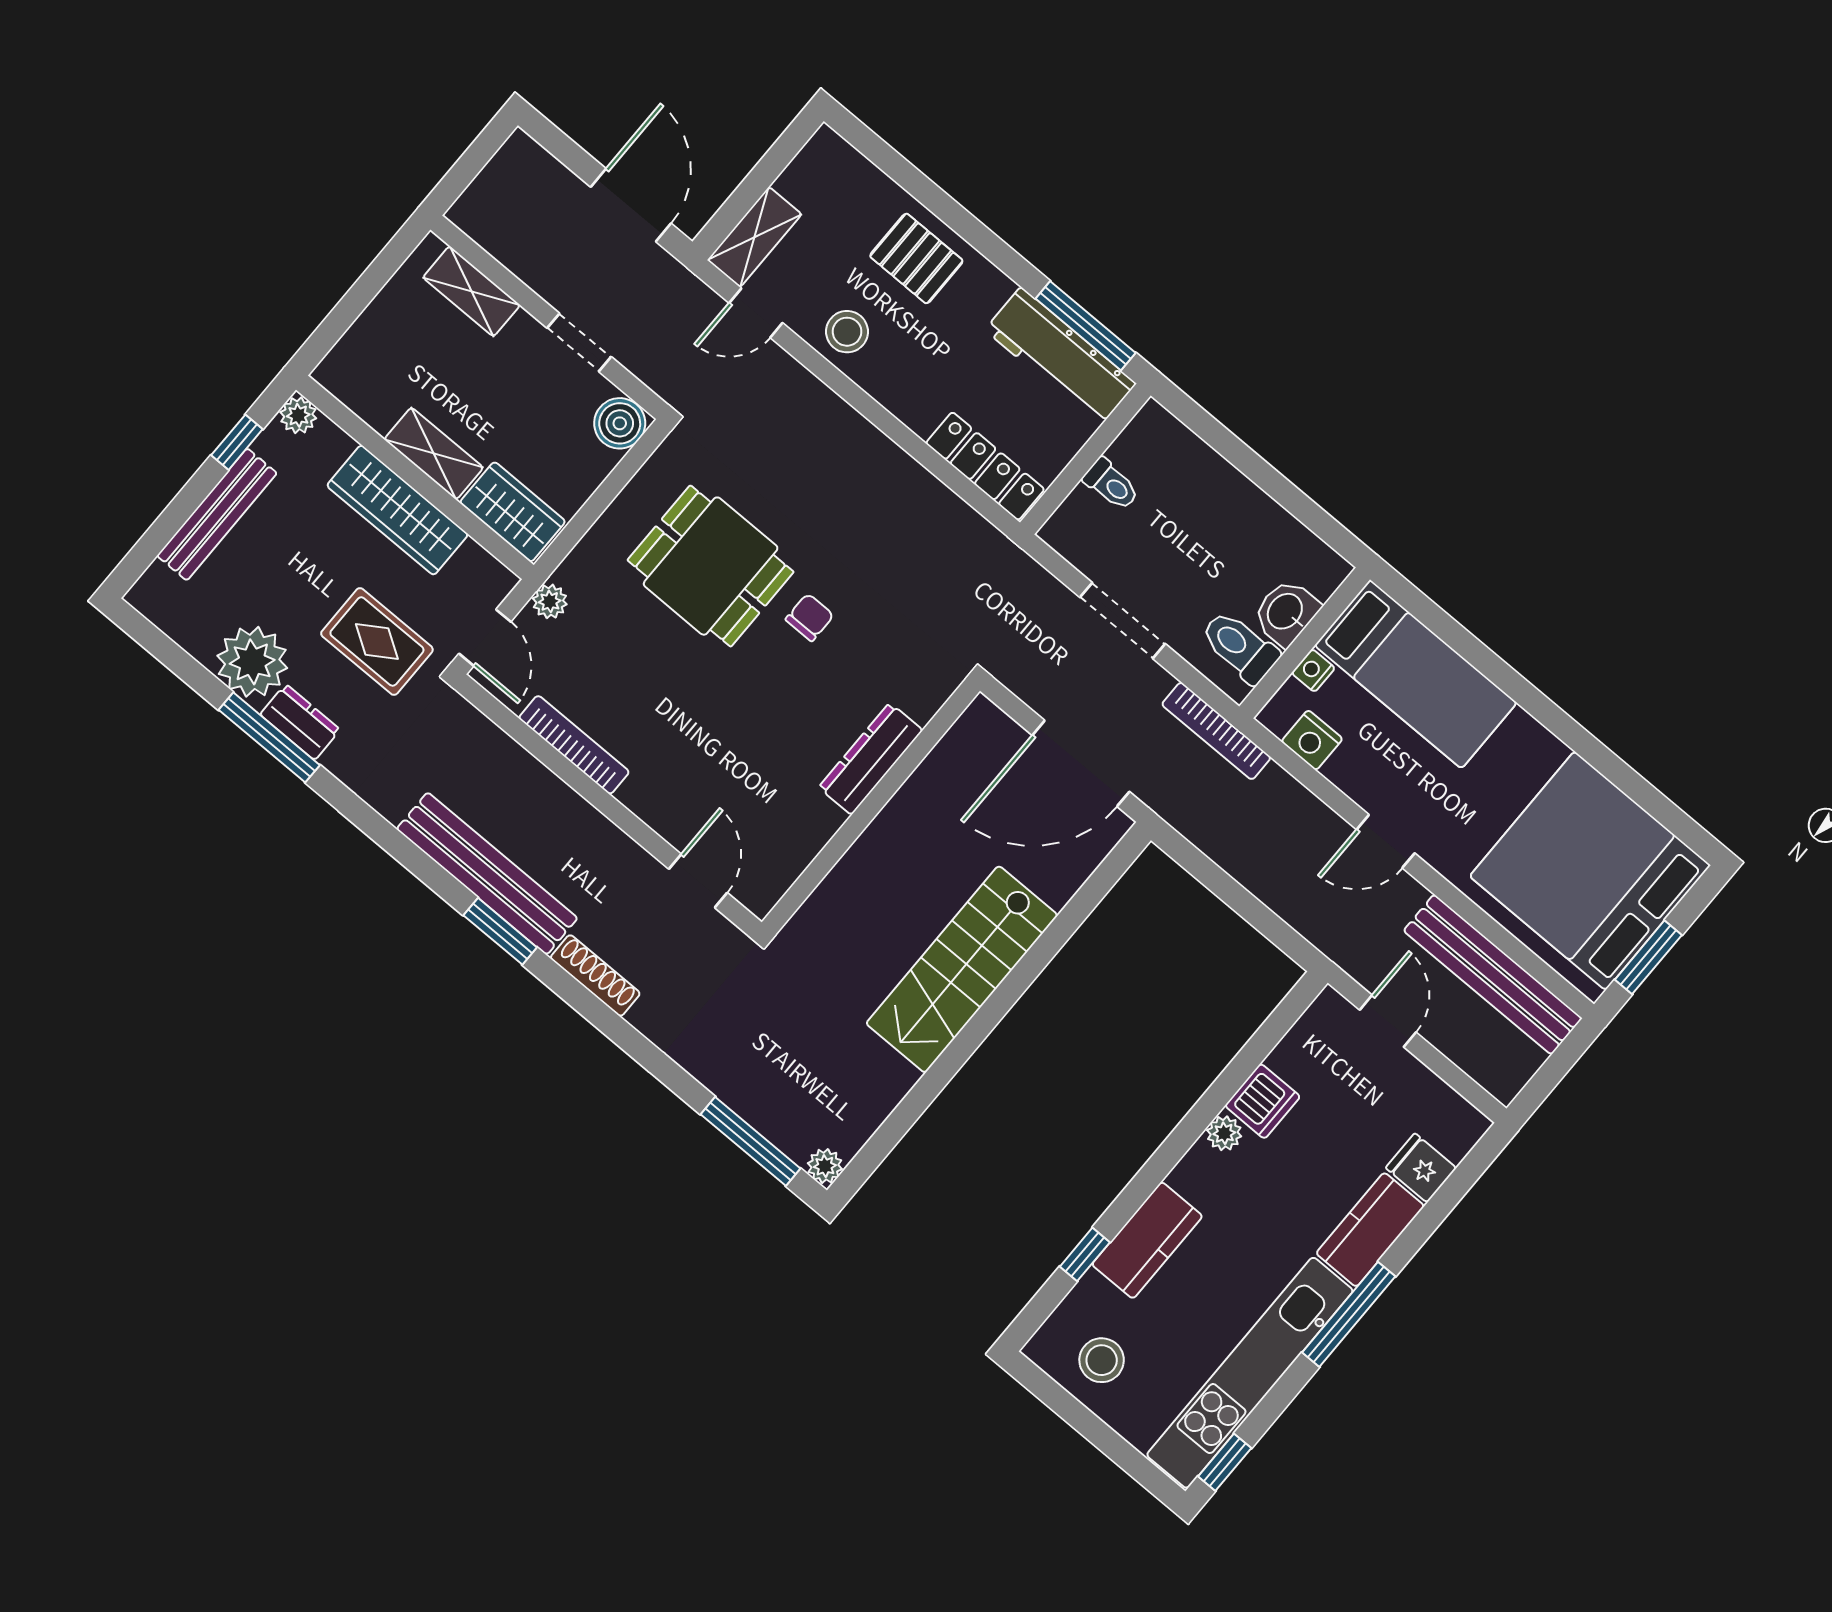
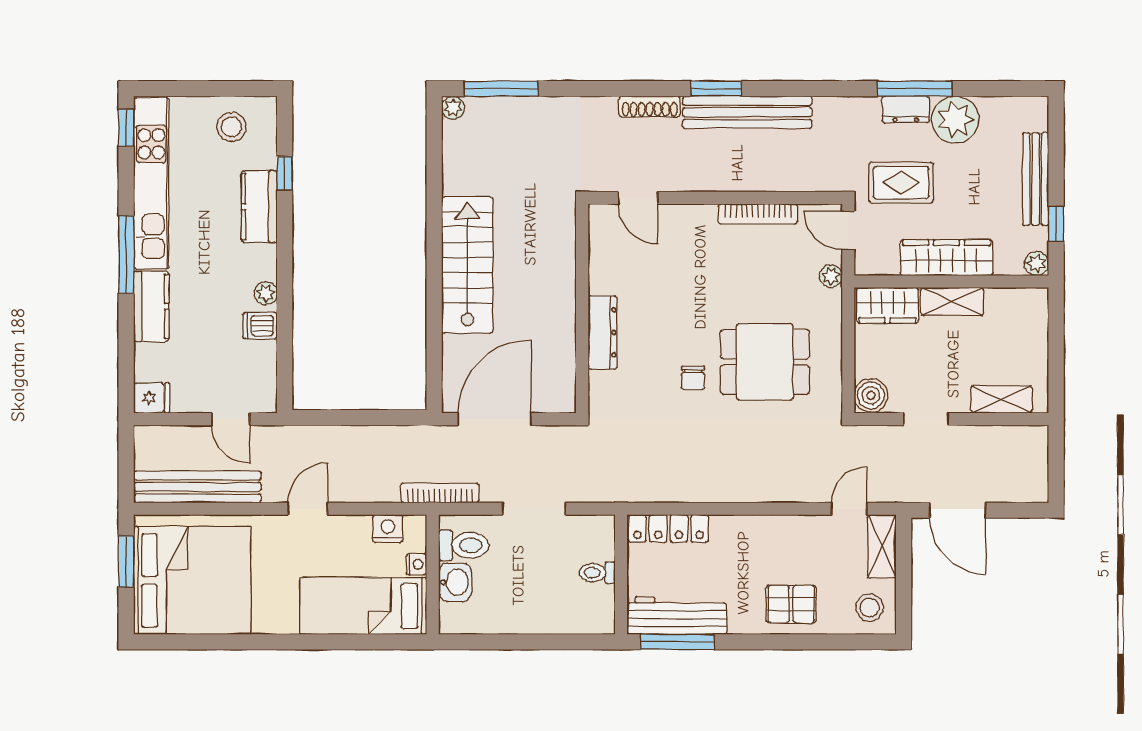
stool: (847, 332) -> (870, 608), moved
dishwasher: (1263, 1101) -> (260, 326), width x0.73
fridge: (1421, 1168) -> (152, 398), moved

